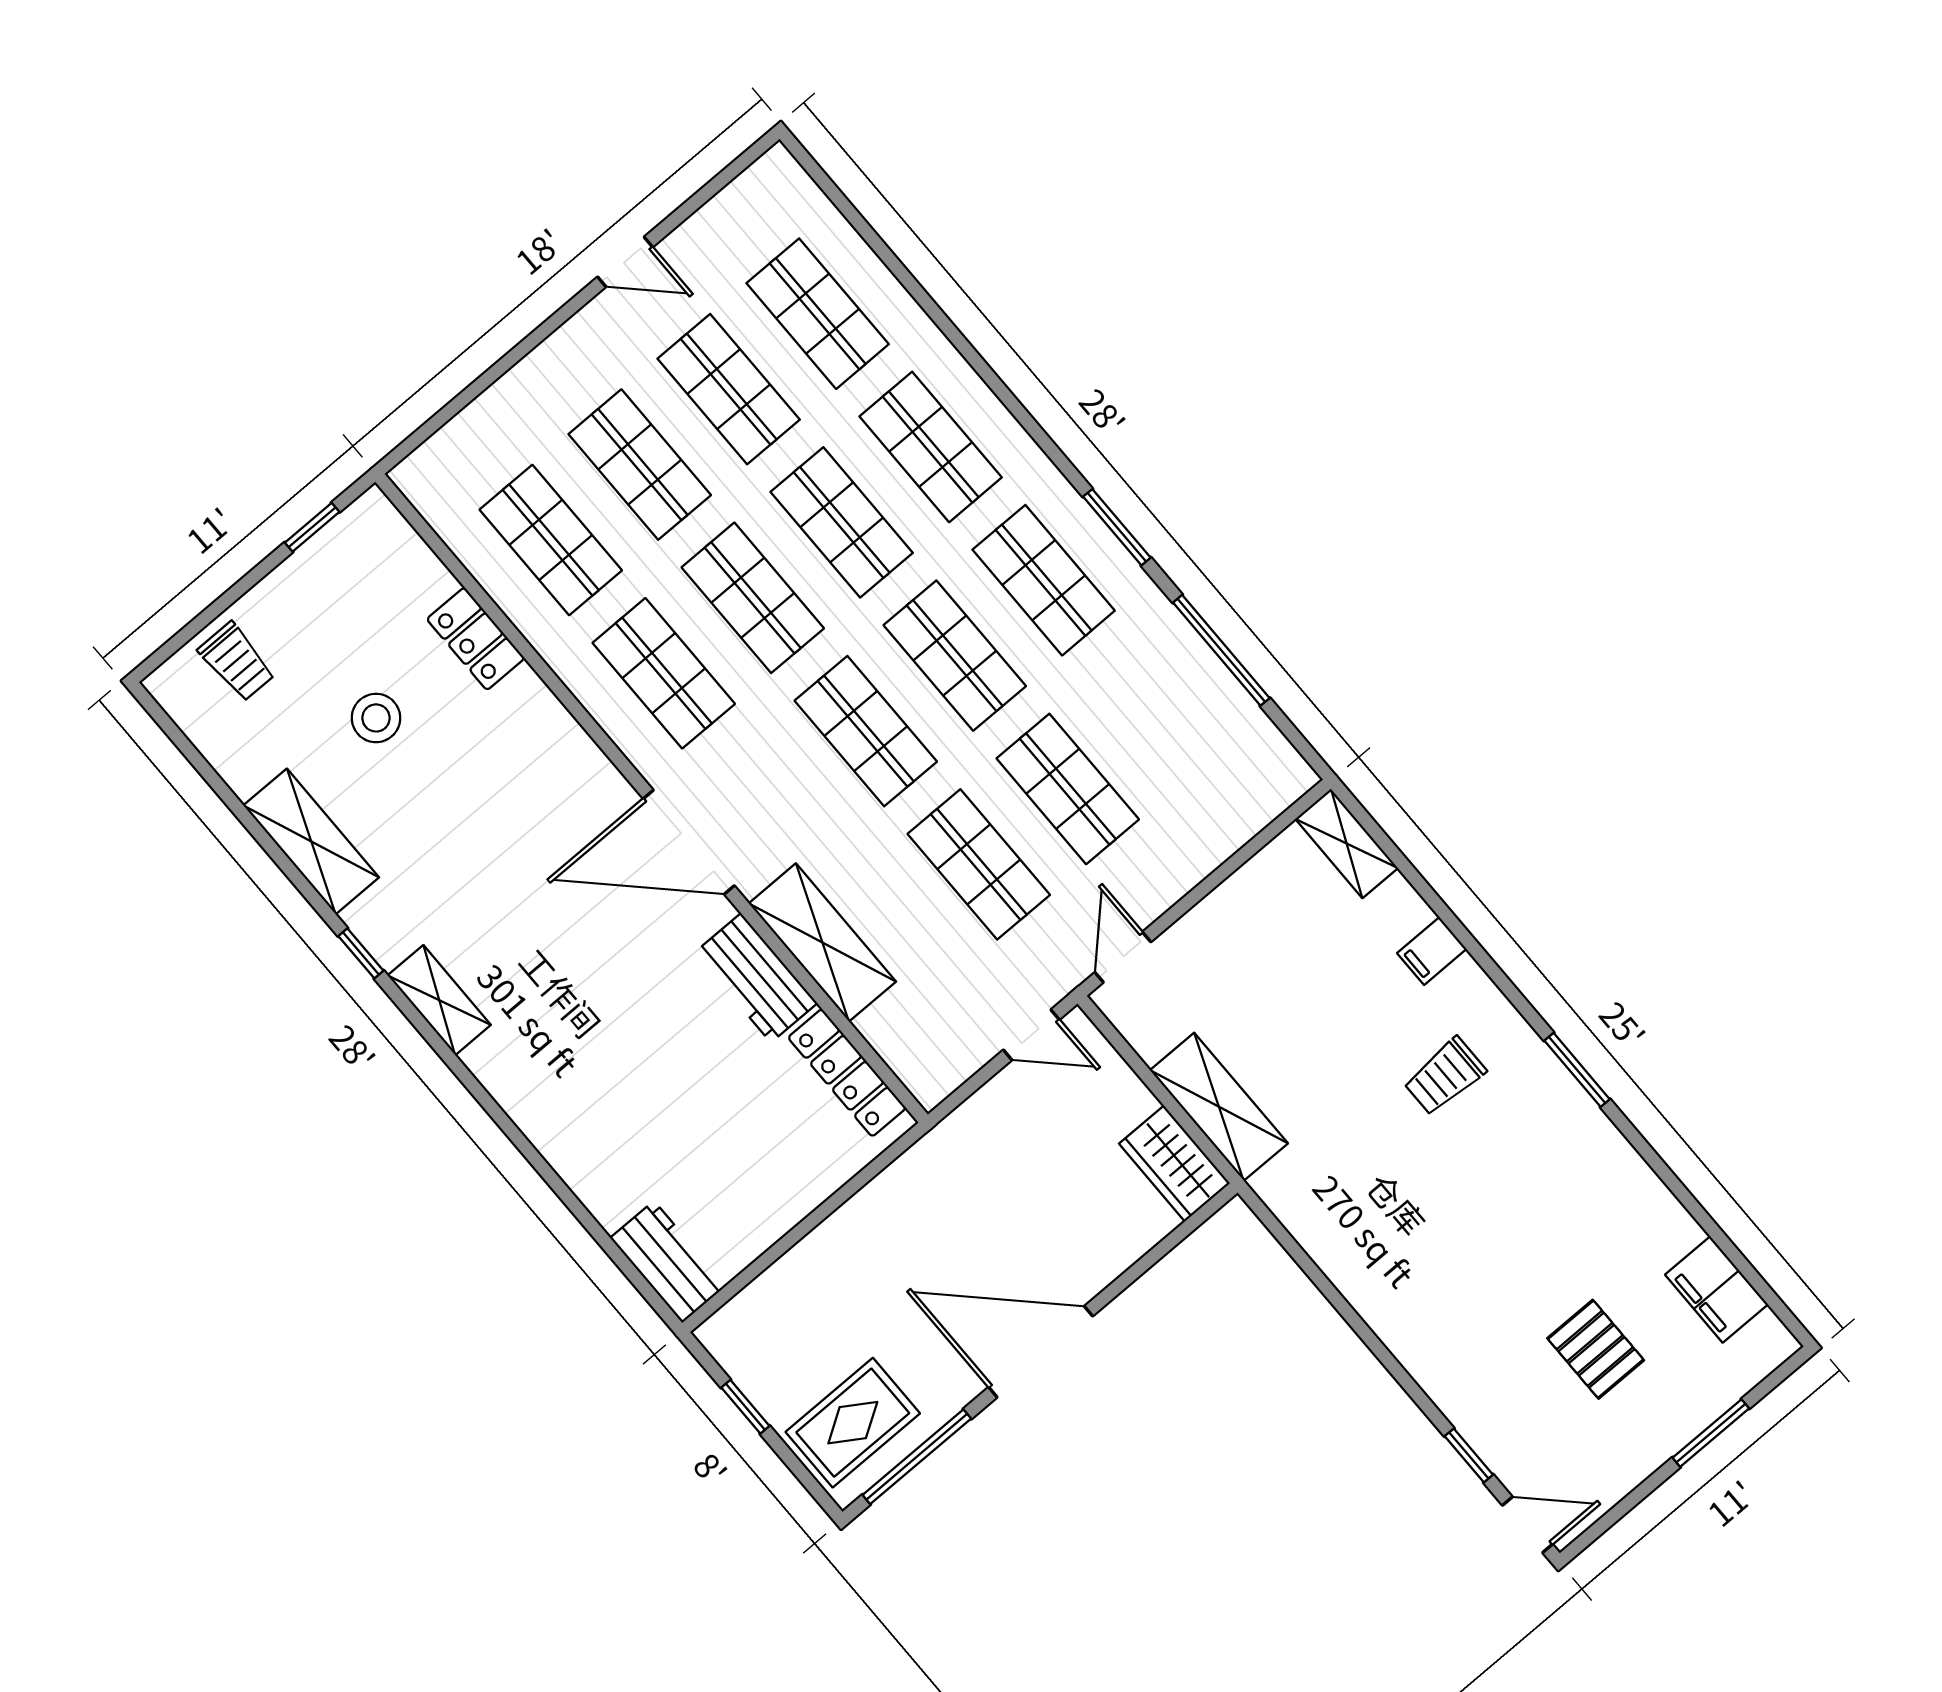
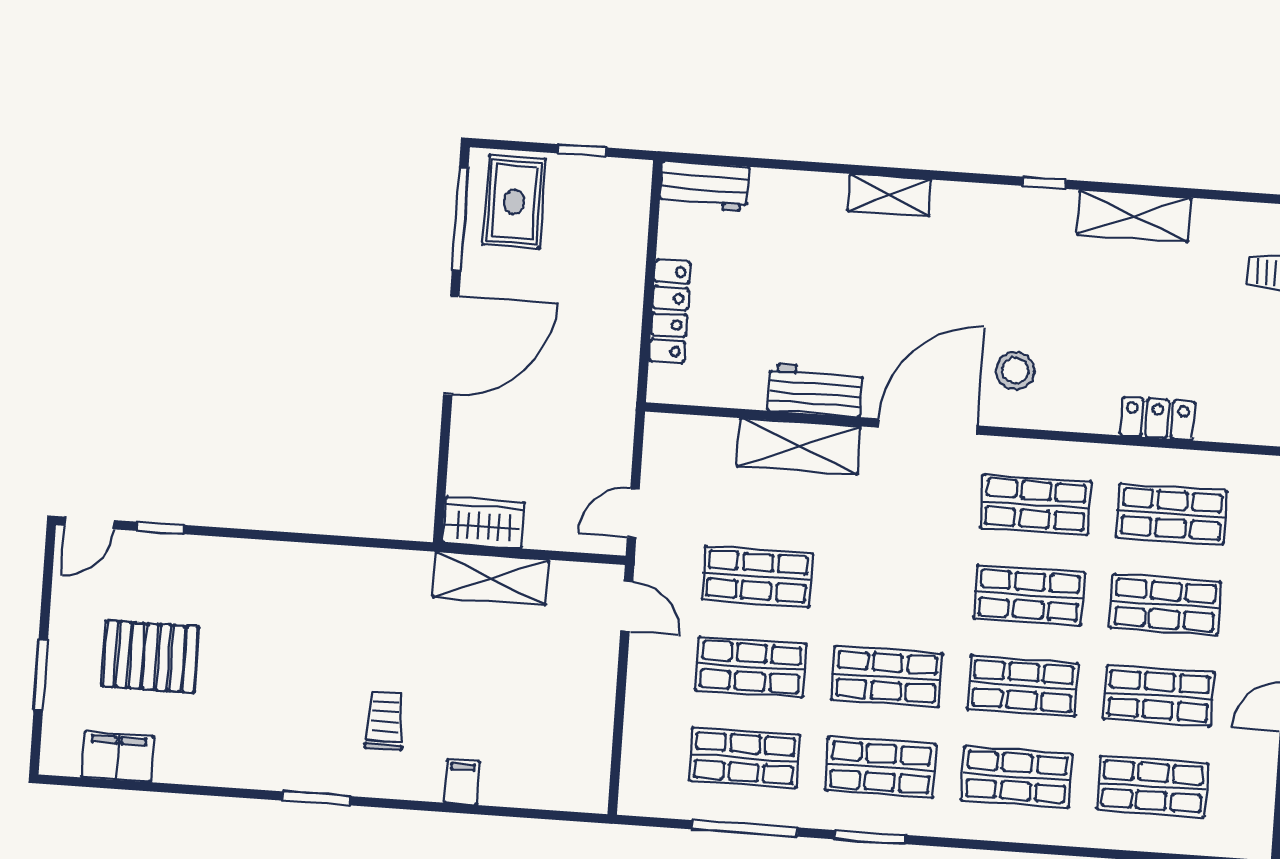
stool: (376, 718) -> (1015, 371), moved
shop shelf: (866, 731) -> (744, 758), moved
shelving: (1347, 843) -> (568, 793), removed
shelving: (439, 1000) -> (889, 195), moved
locker: (847, 1073) -> (670, 311), moved, turned 90
pallet: (1596, 1349) -> (150, 657), width x1.50, depth x1.42

